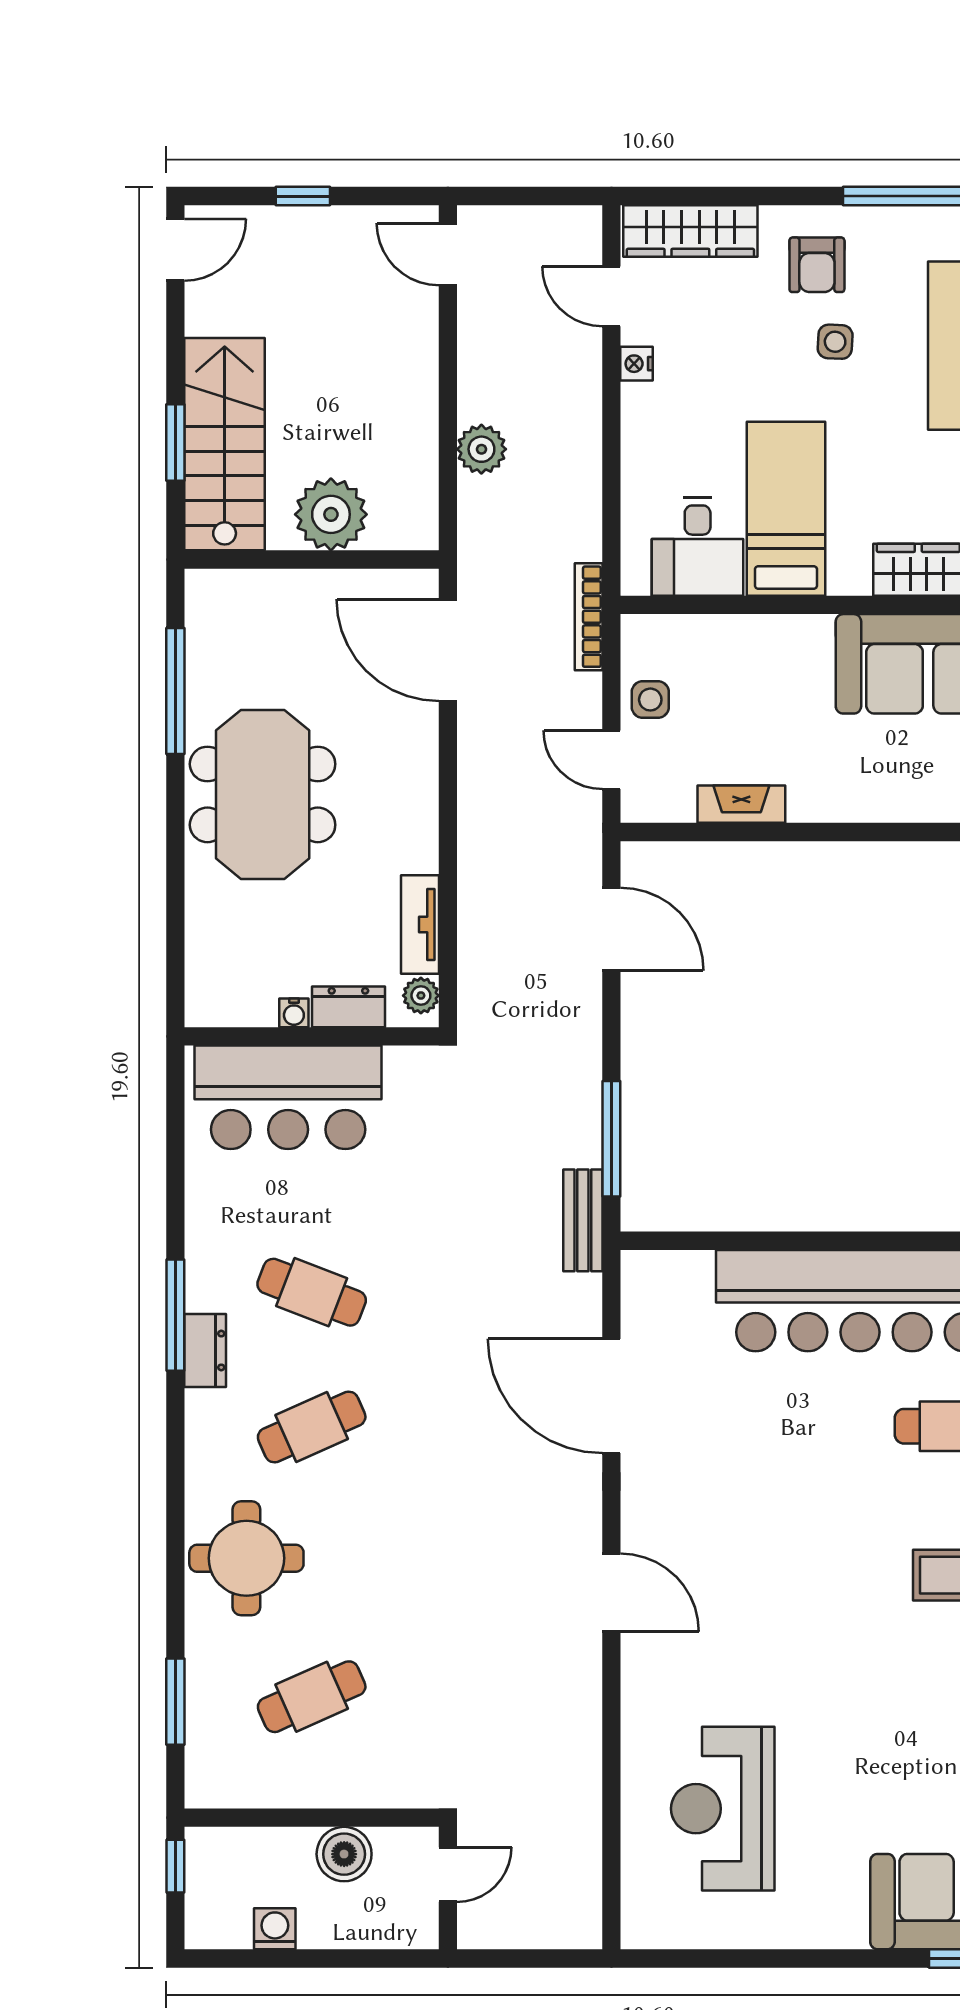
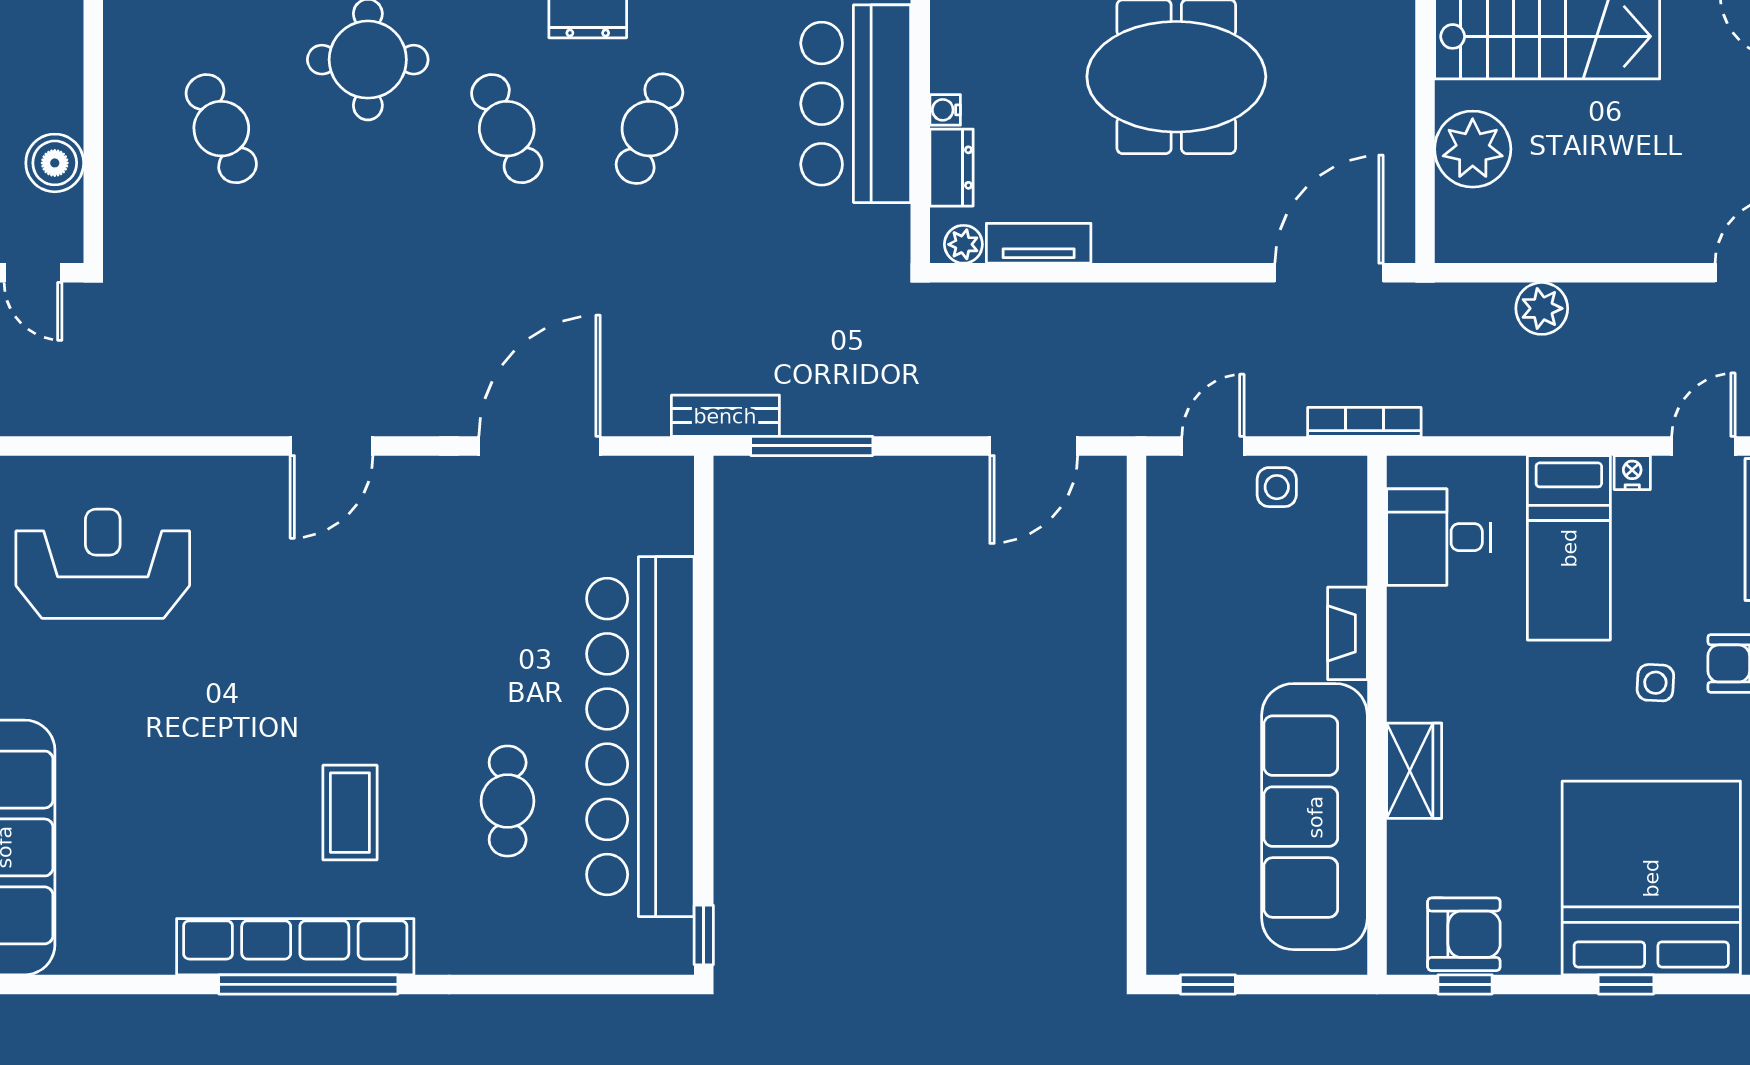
bed: (786, 509) -> (1569, 548), moved, turned 90
fireplace: (741, 804) -> (1348, 633), moved, turned 180

